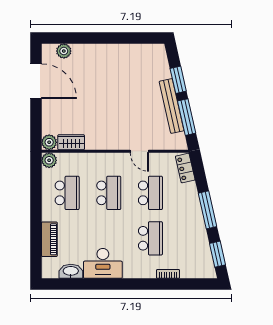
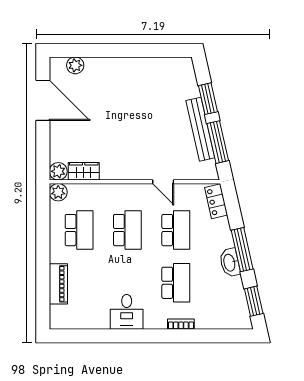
desk: (103, 263) -> (127, 312), width x0.73
washbasin: (71, 271) -> (230, 263), moved, turned -103
bookcase: (168, 274) -> (181, 324), moved

